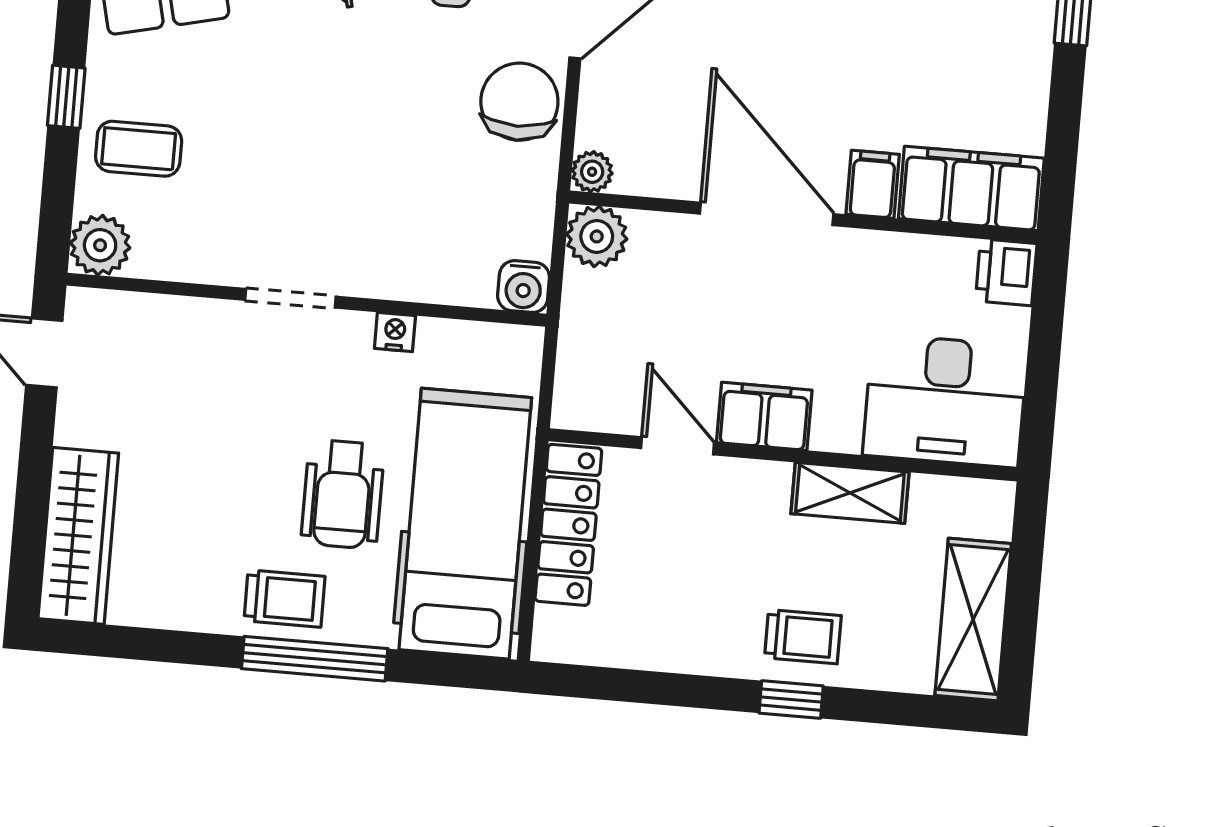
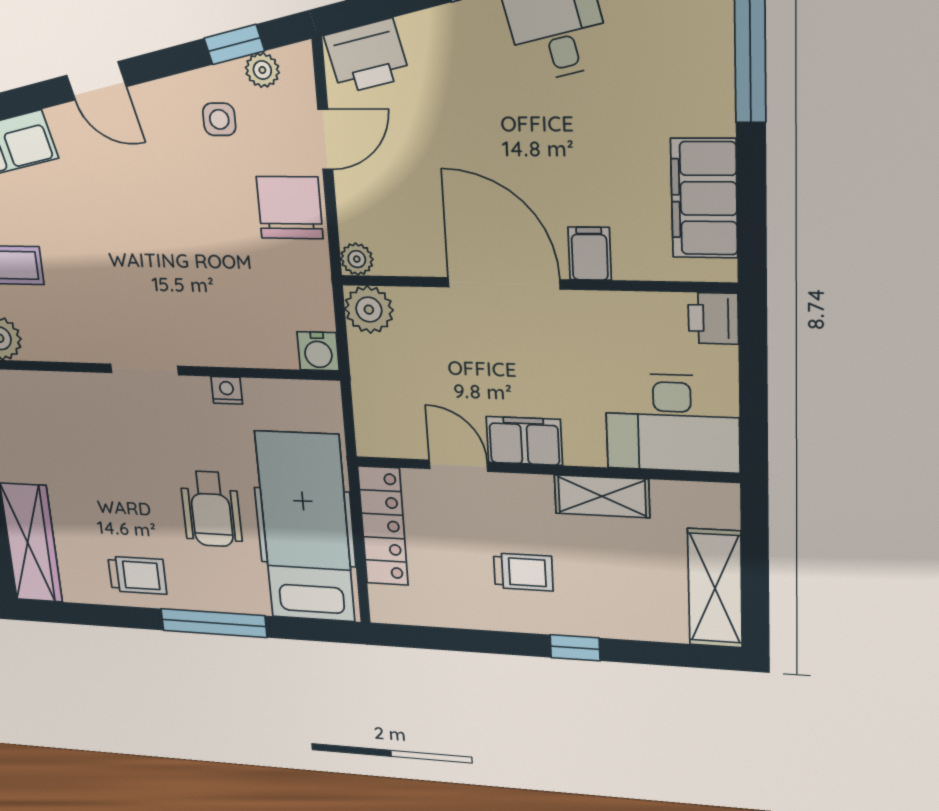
filing cabinet: (971, 188) -> (704, 198), moved, turned -90
trolley: (284, 599) -> (137, 575), moved
trolley: (803, 637) -> (523, 572), moved

